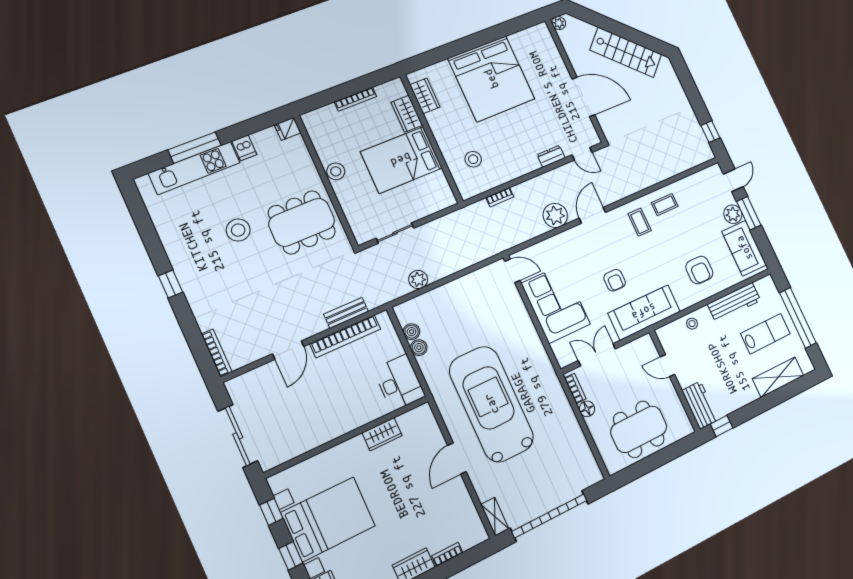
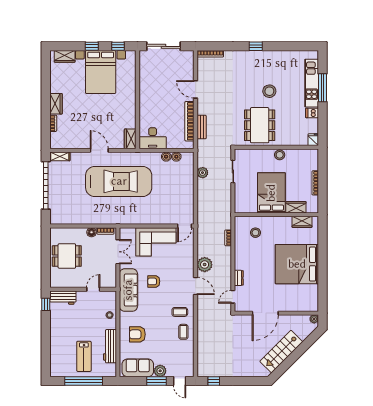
shelving: (778, 377) -> (56, 352), removed
dining table: (639, 429) -> (67, 256), width x0.73
wardrobe: (382, 434) -> (130, 139), moved

